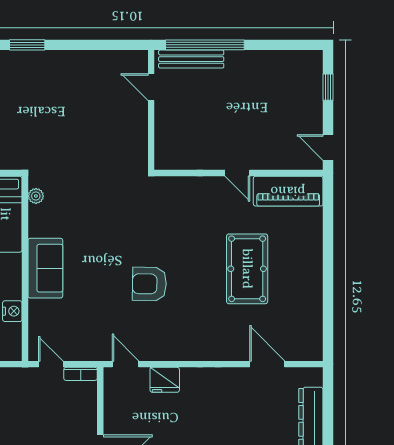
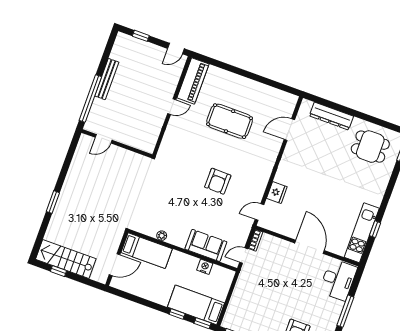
bench: (191, 59) -> (107, 79), moved
plant: (36, 196) -> (162, 236), moved
sofa: (45, 268) -> (206, 245), moved

